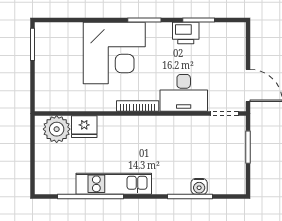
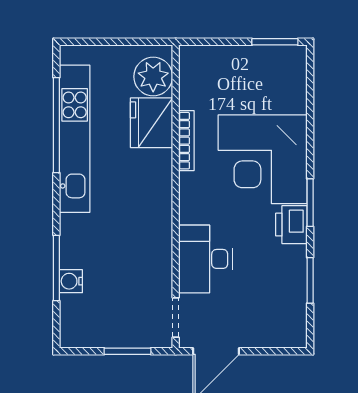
printer: (186, 33) -> (291, 225), moved
bookcase: (138, 106) -> (186, 141), moved
fridge: (84, 127) -> (152, 123), width x1.36, depth x1.34
kitchen unit: (114, 184) -> (75, 139), width x1.36

